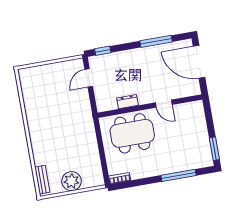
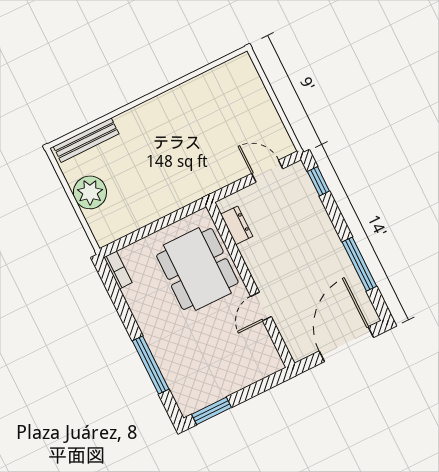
dresser: (127, 102) -> (237, 225), moved
bench: (42, 180) -> (86, 140), width x1.36

